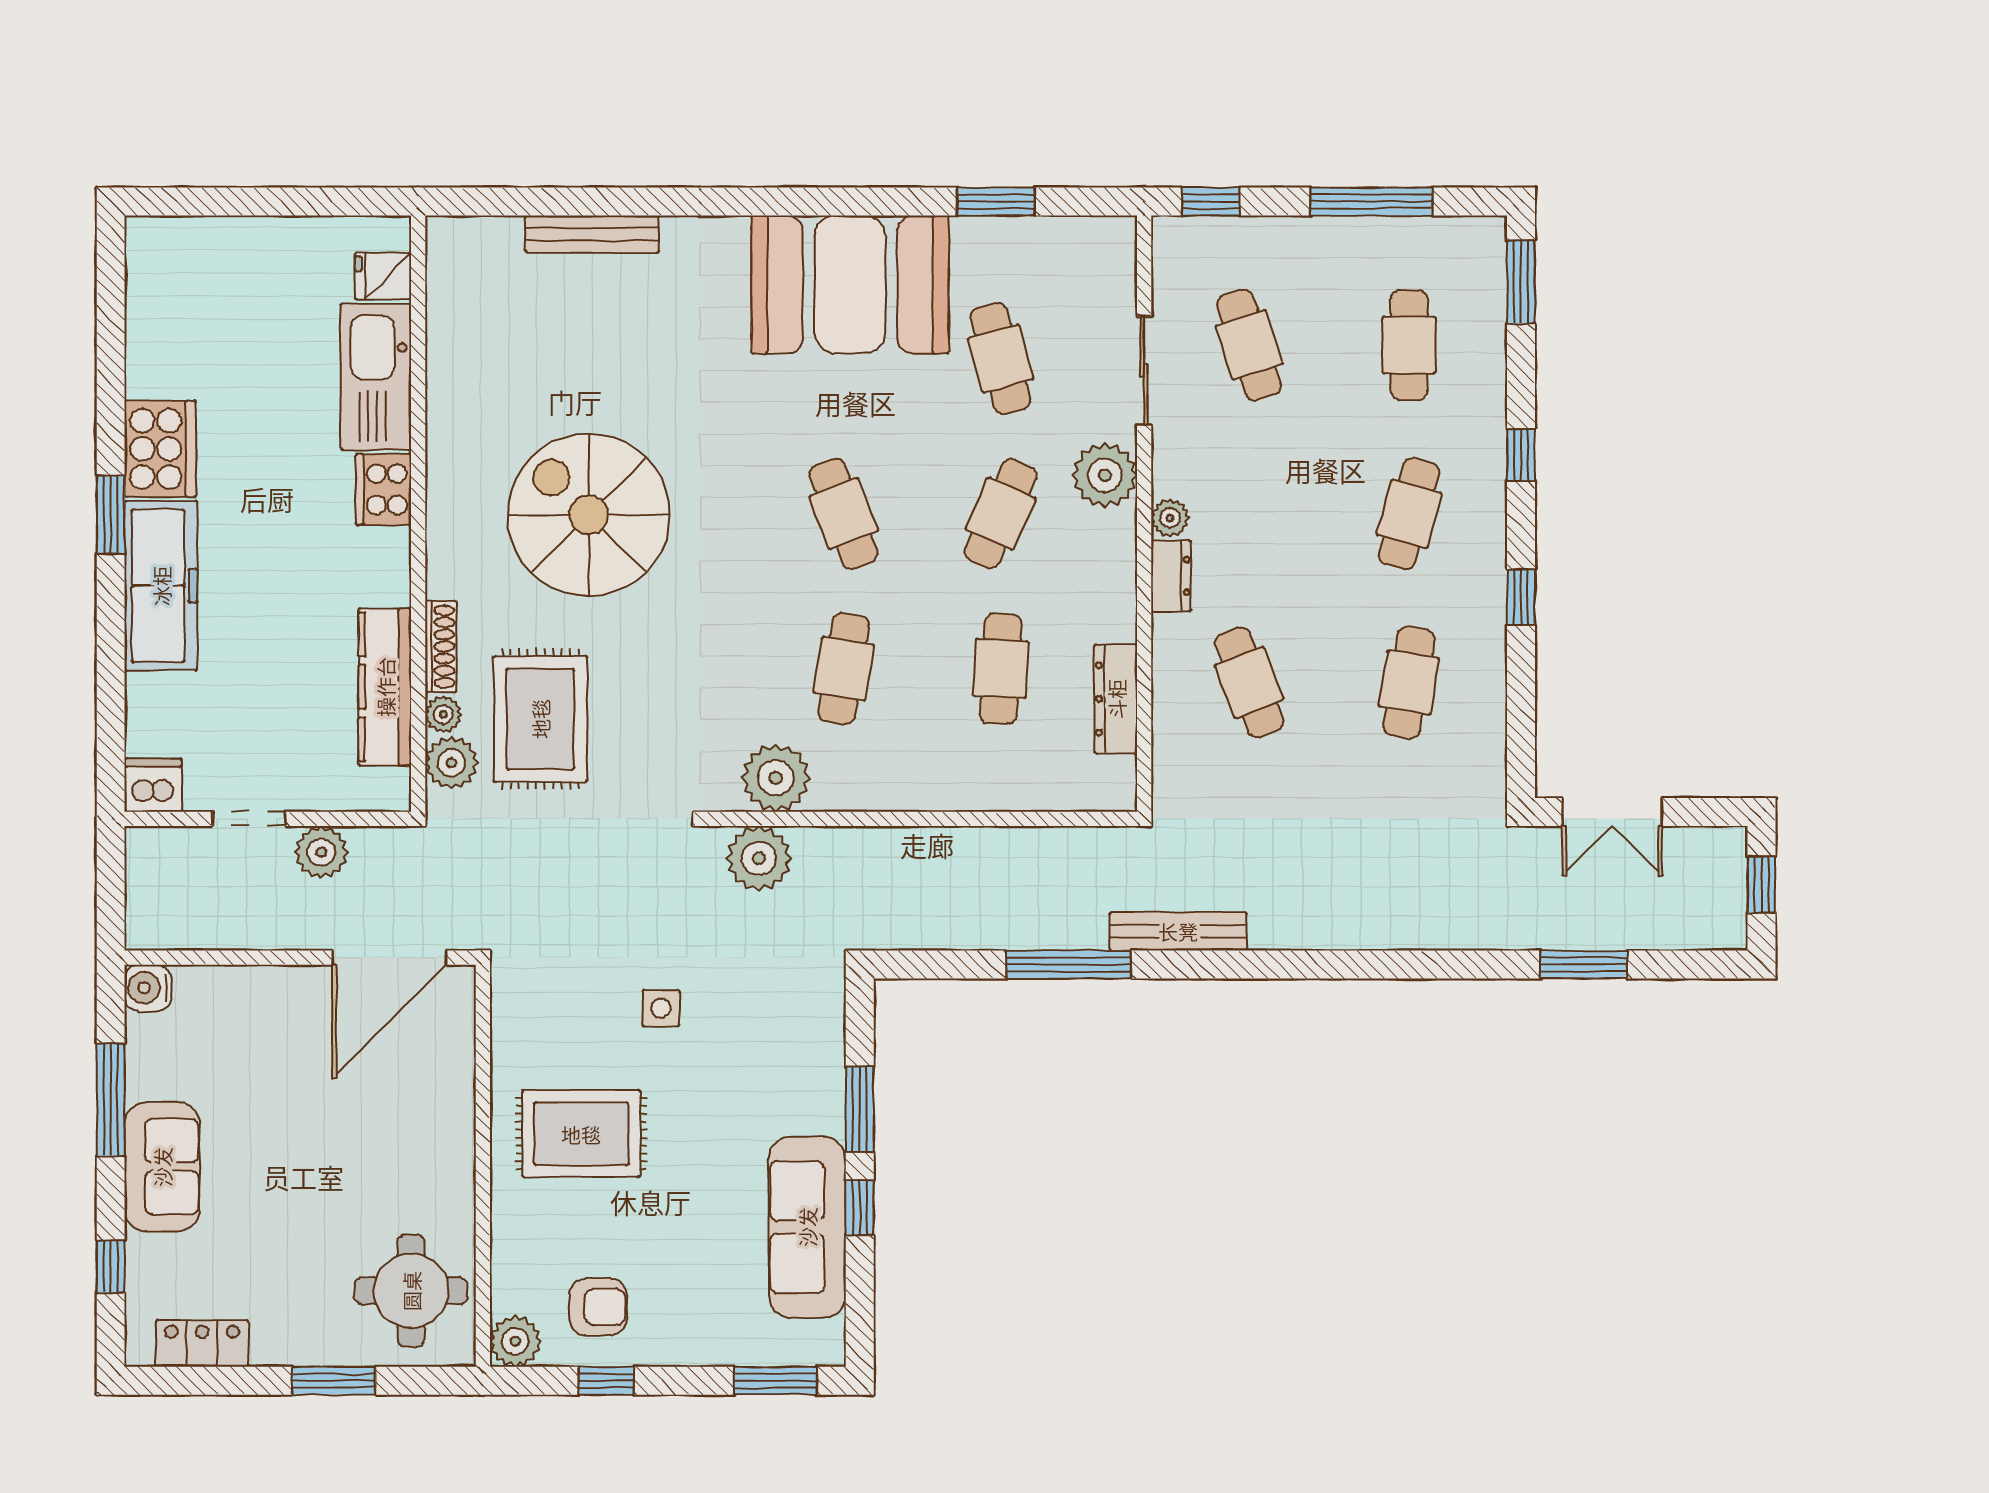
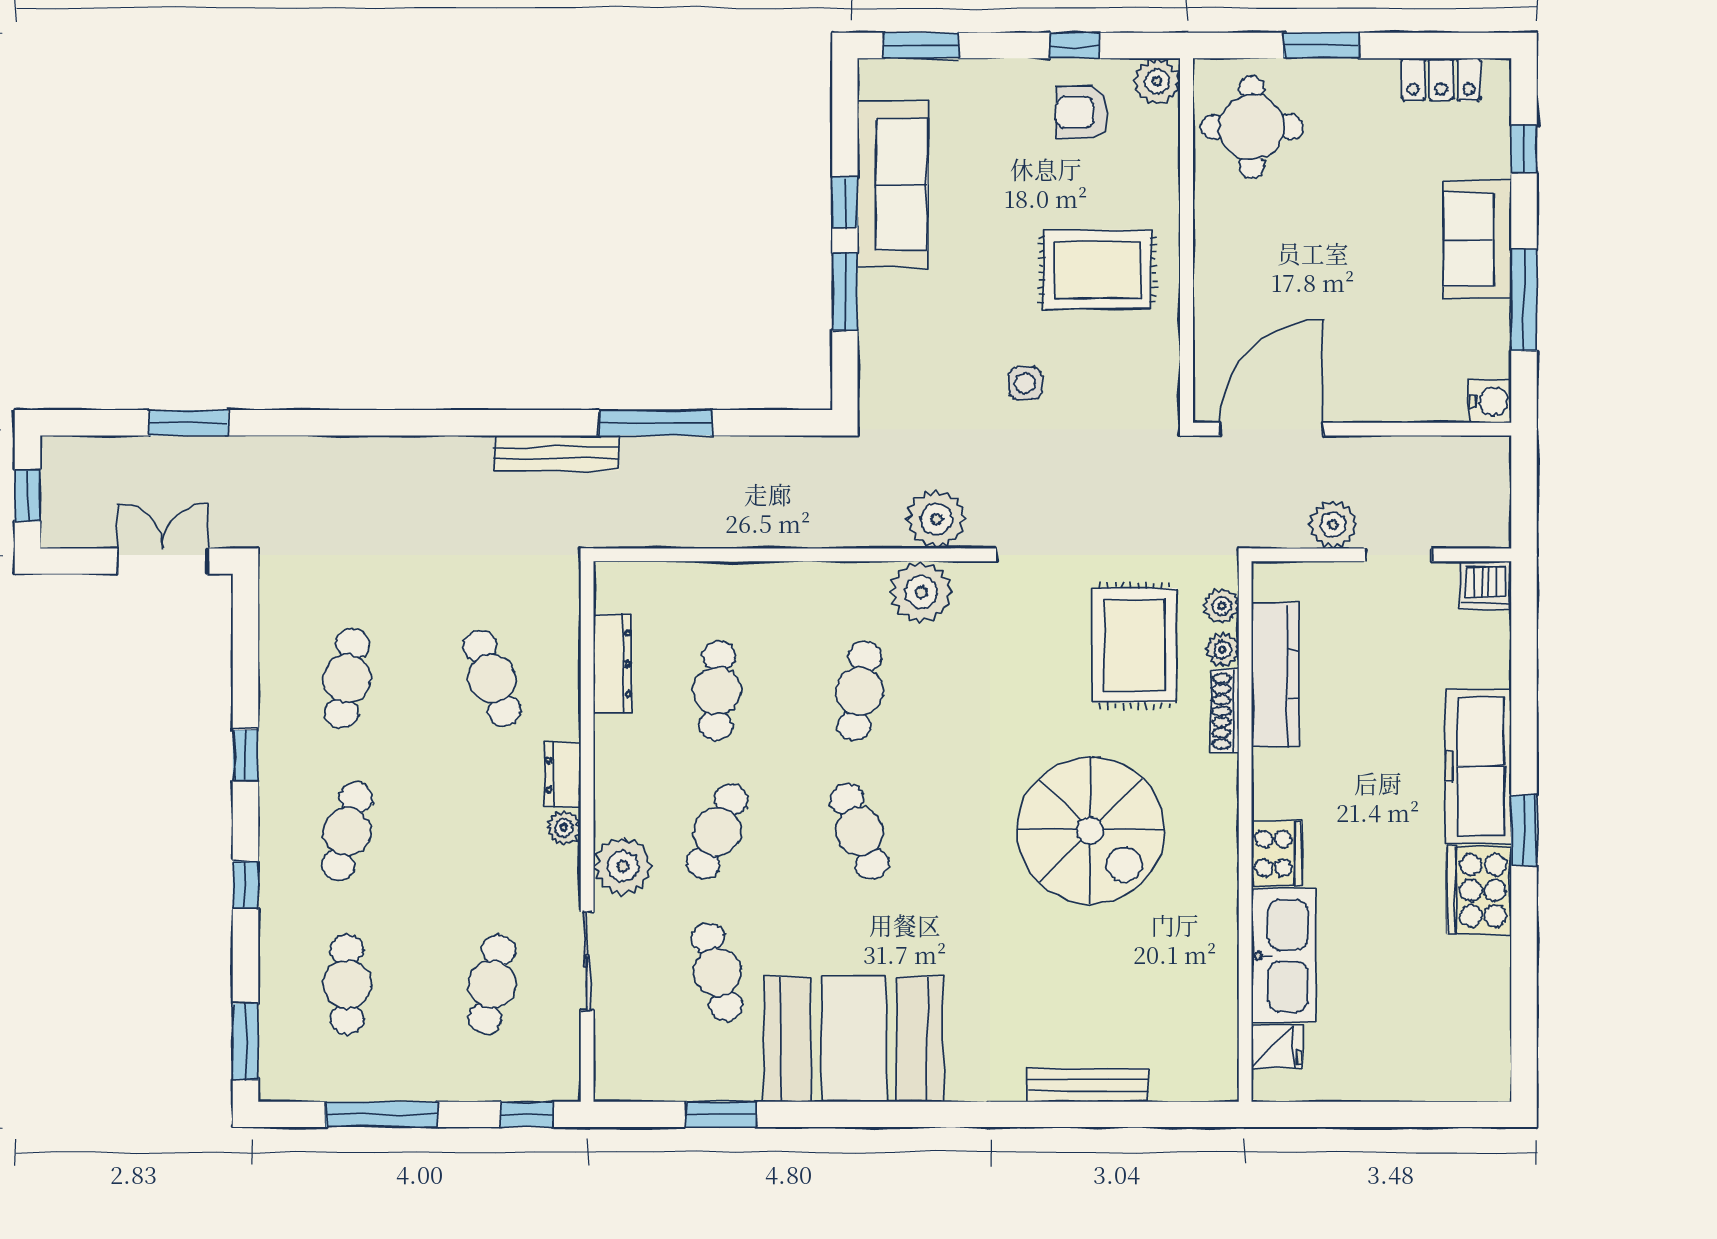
cafe table: (1249, 345) -> (492, 984), turned 30
plant: (451, 763) -> (1222, 606), width x0.73, depth x0.73

